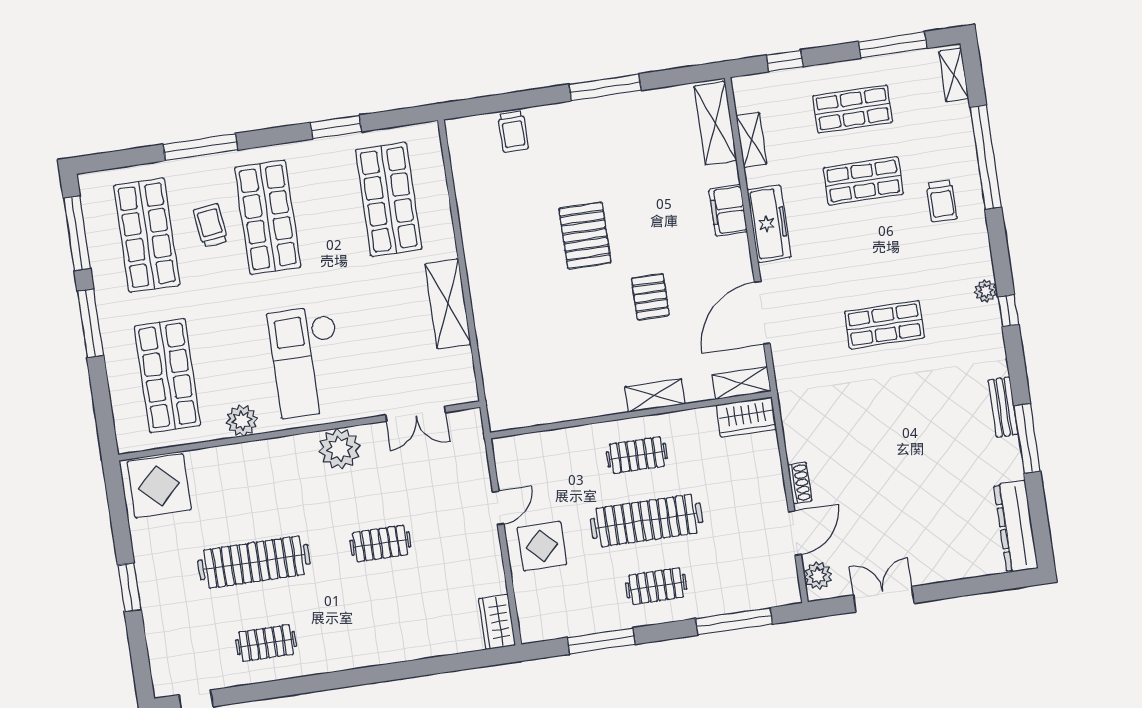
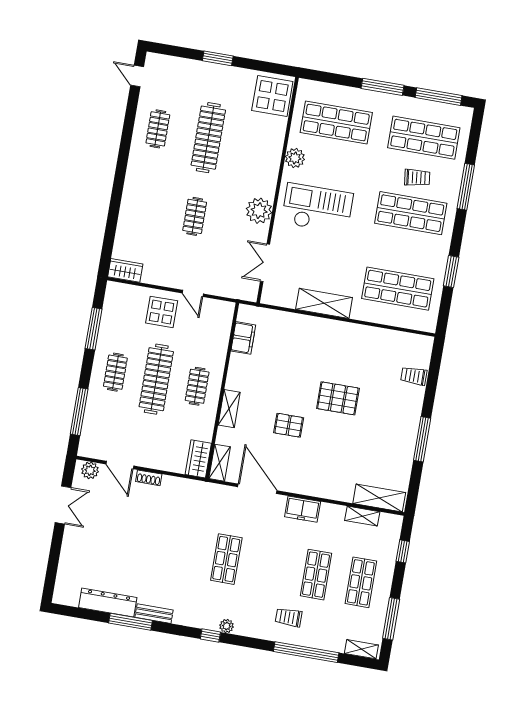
filing cabinet: (728, 210) -> (243, 338), moved, turned 90
freezer: (769, 224) -> (303, 509), width x0.71
dresser: (1016, 526) -> (108, 603), moved

